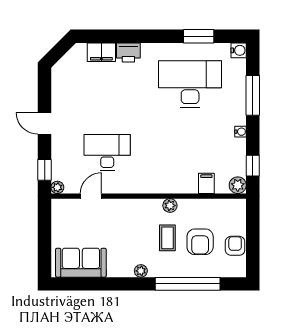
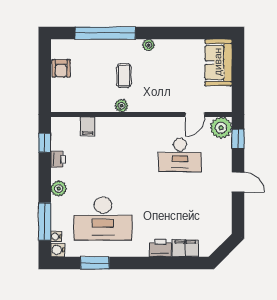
window: (253, 95) -> (45, 222), moved
water cooler: (241, 132) -> (56, 236), moved
printer: (238, 148) -> (58, 159), added
plant: (238, 185) -> (59, 189), moved
plant: (57, 187) -> (221, 128), width x1.88, depth x1.88
armchair: (200, 242) -> (94, 72), removed
sofa: (81, 263) -> (218, 62), moved, turned 90

